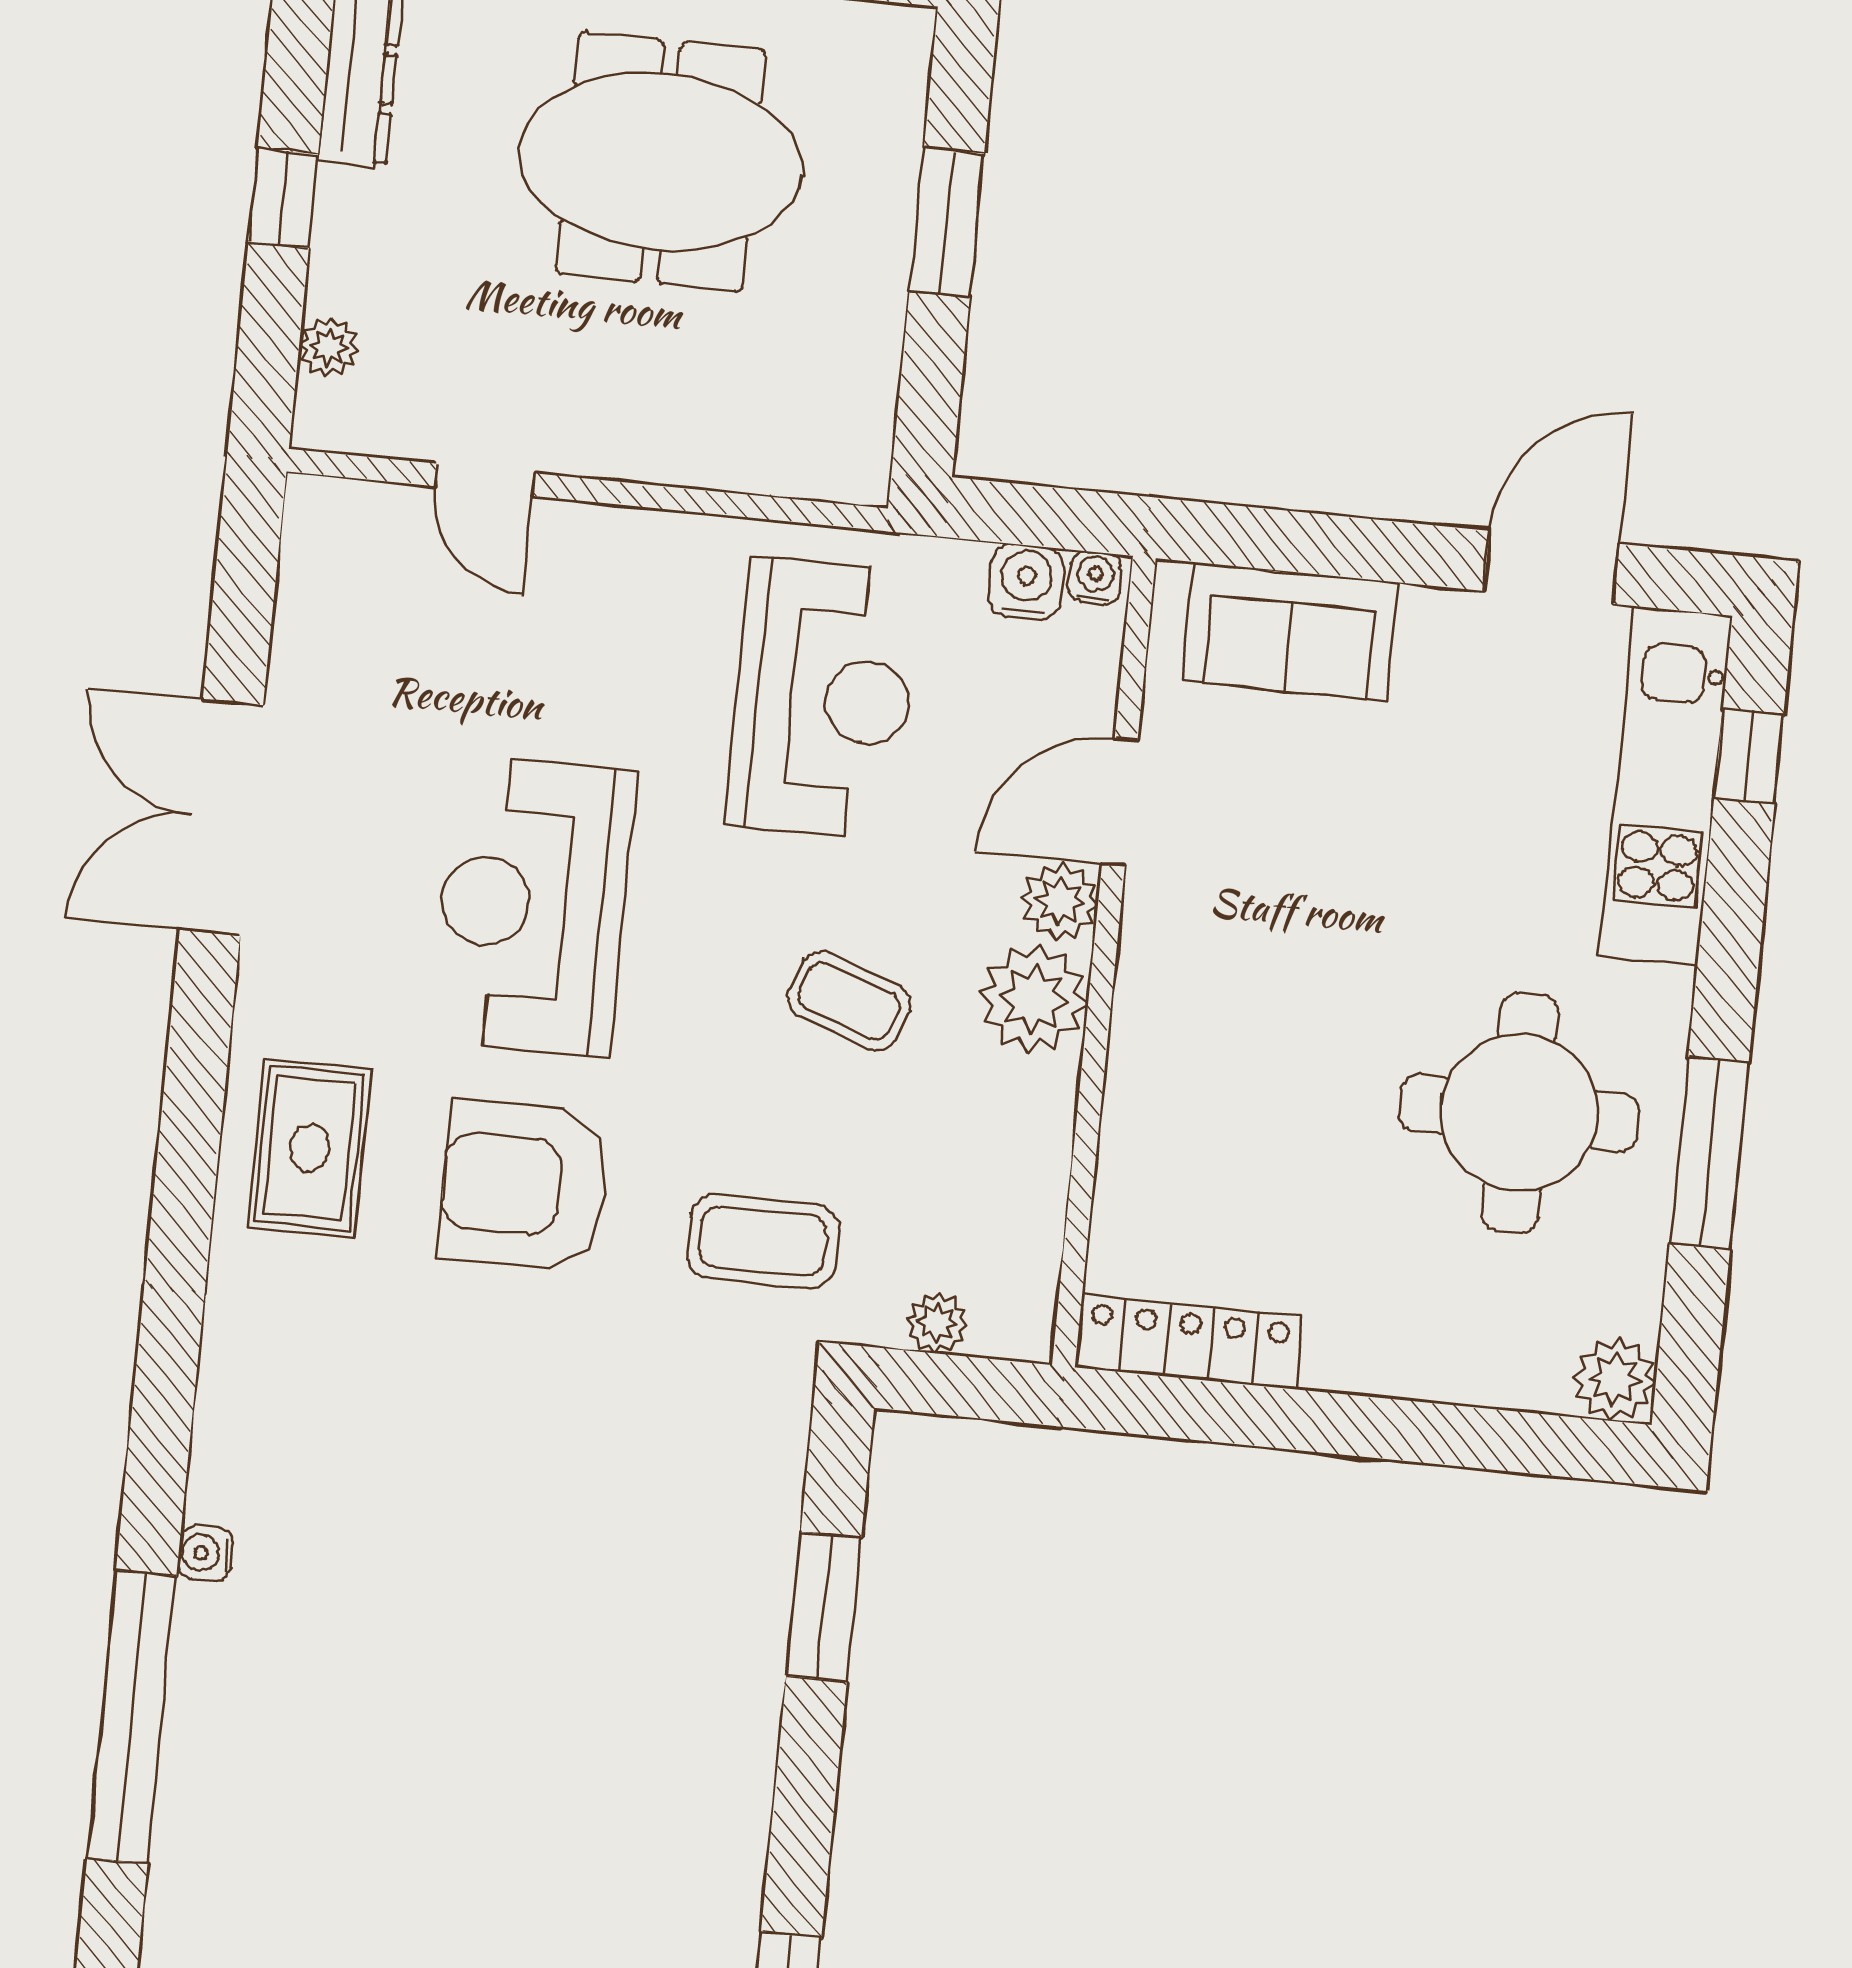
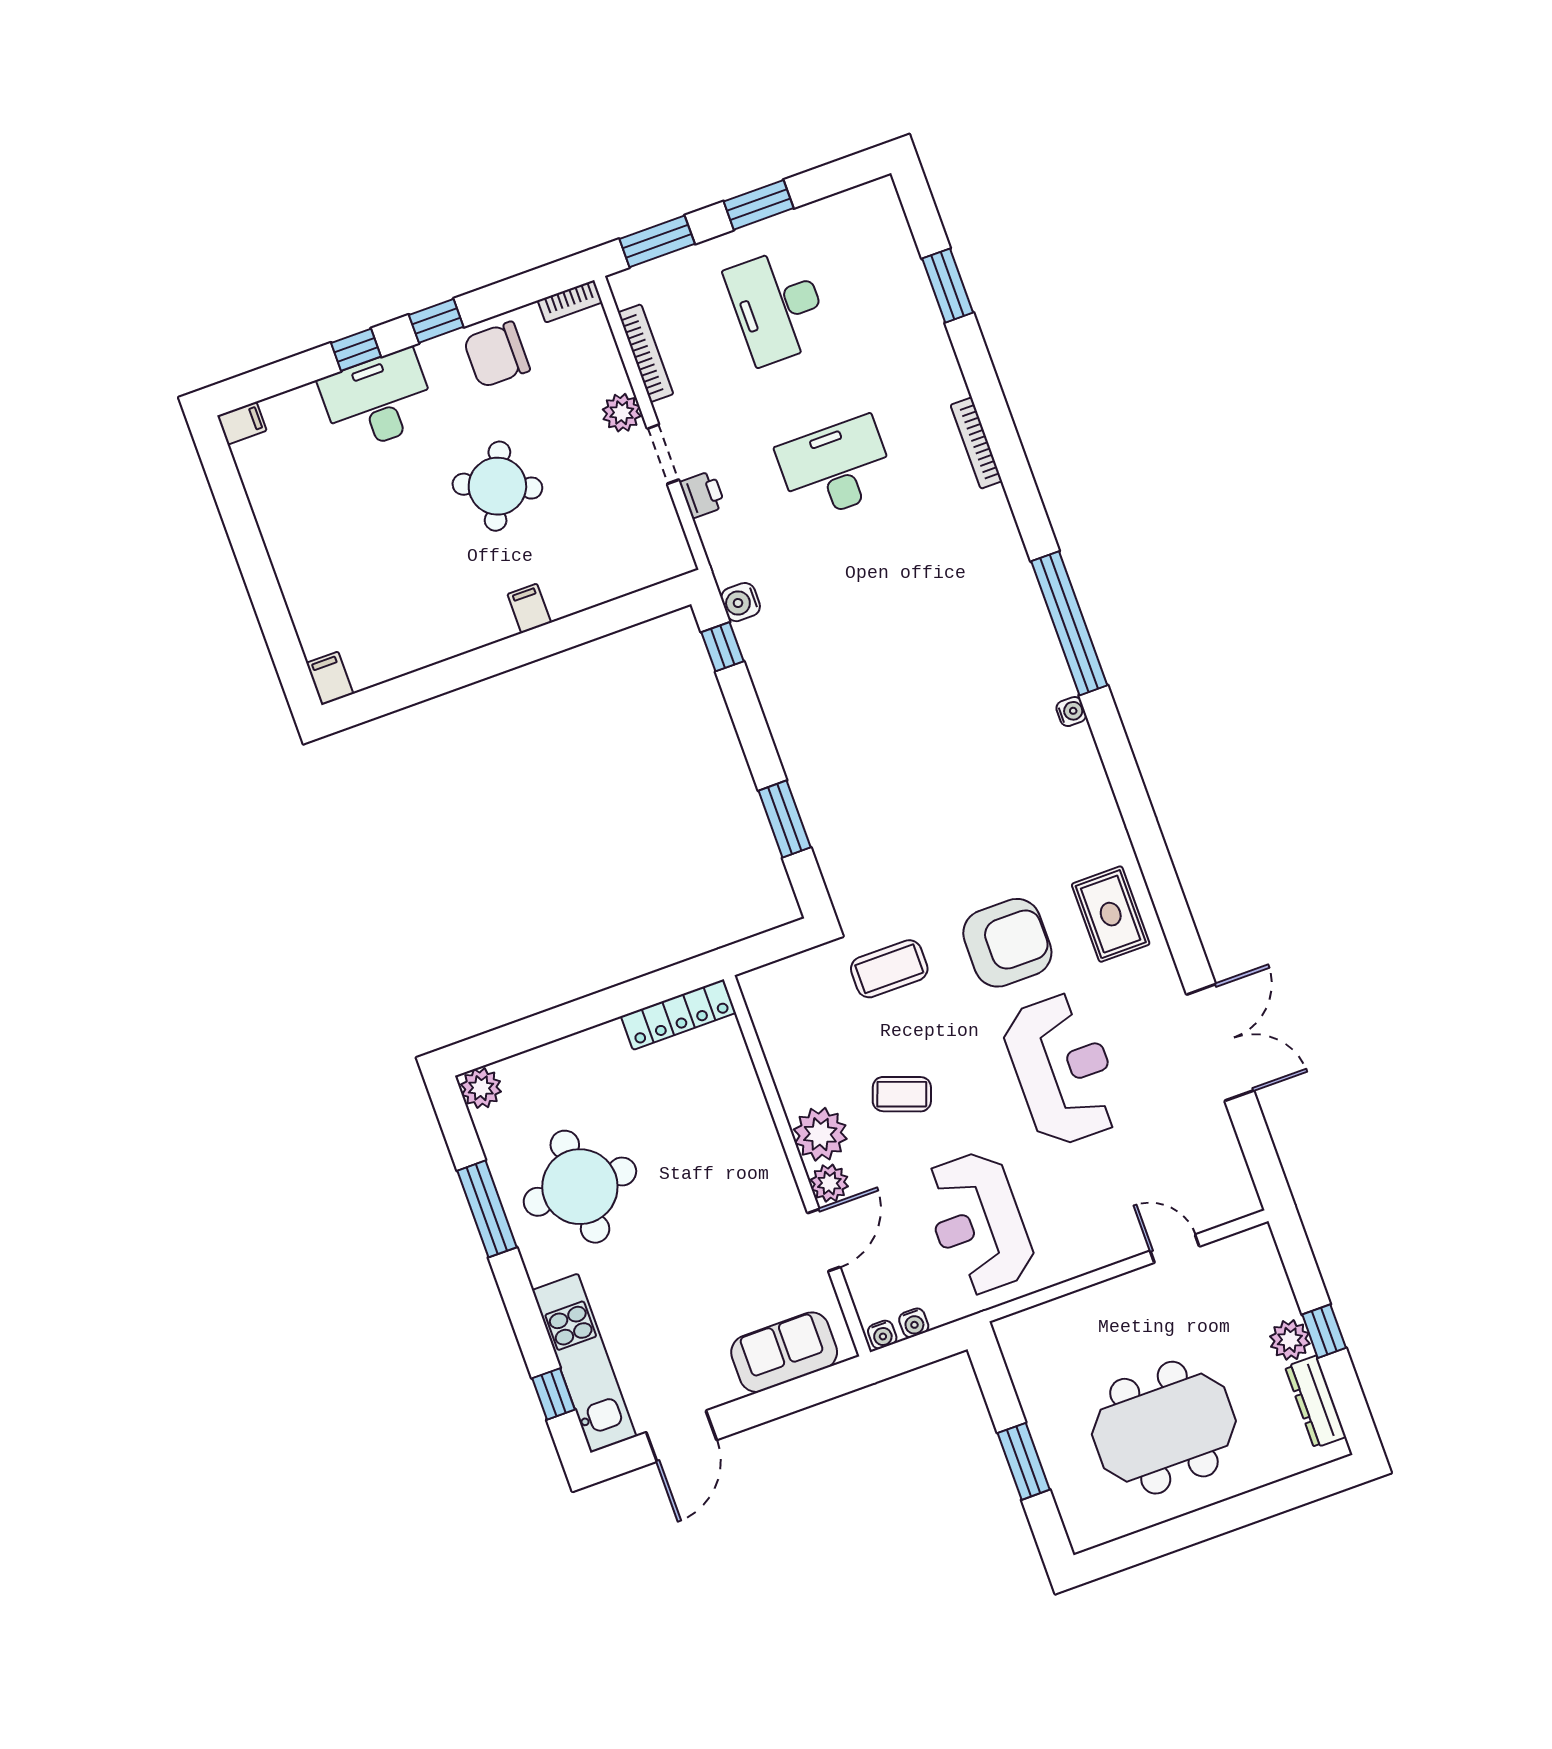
plant: (329, 347) -> (1290, 1340), moved, width x1.38, depth x1.38
water cooler: (1026, 582) -> (914, 1323), width x0.72, depth x0.72
plant: (937, 1323) -> (795, 970), removed

